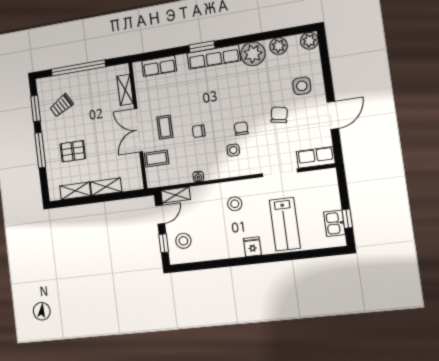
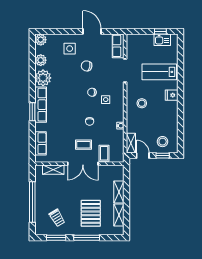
pallet: (73, 151) -> (91, 213), width x1.50, depth x1.42
lab bench: (285, 224) -> (159, 72), turned 180

